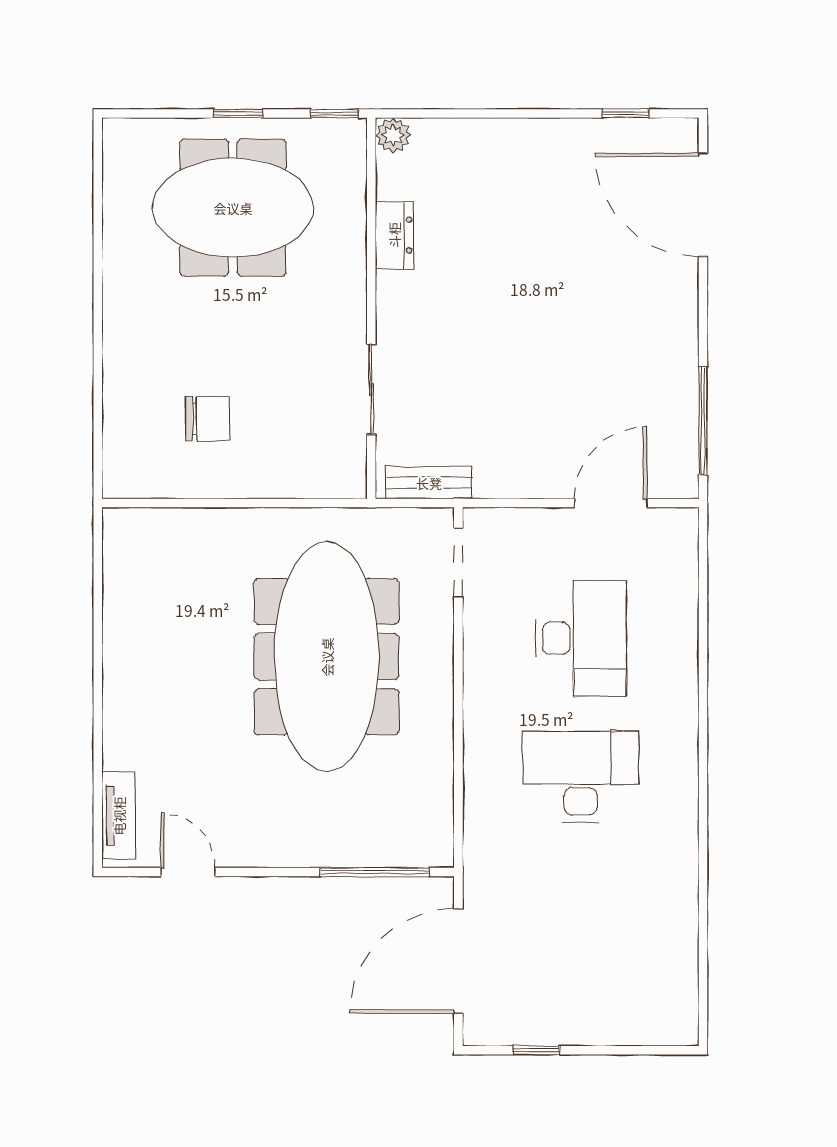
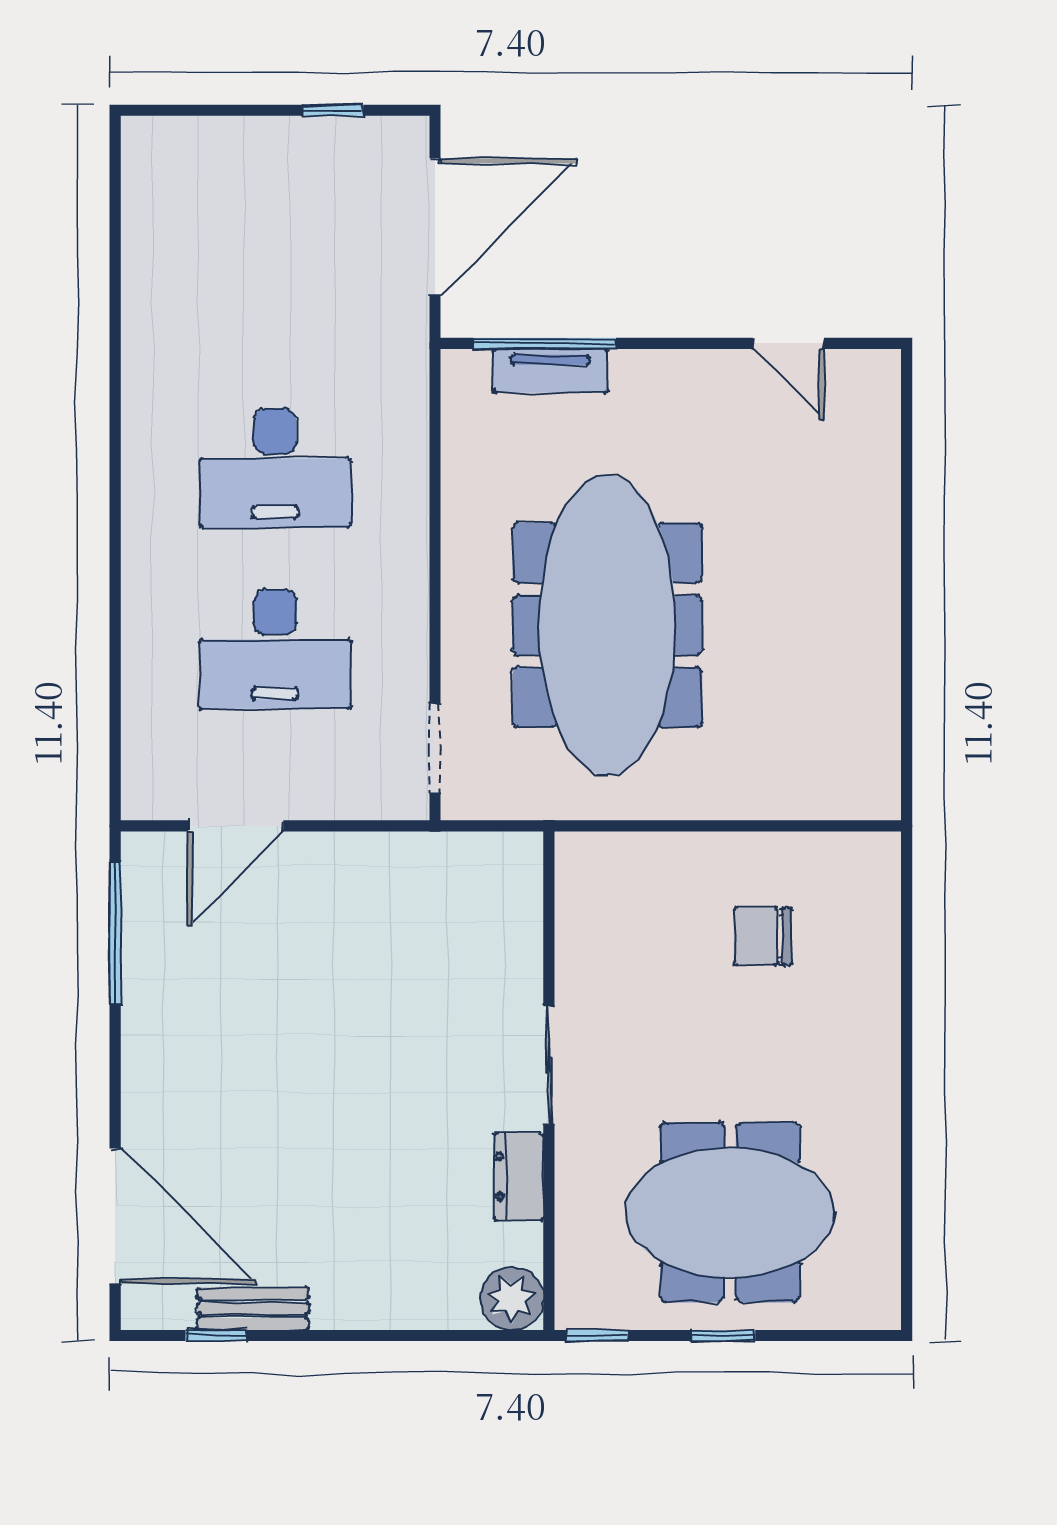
plant: (393, 135) -> (512, 1299), width x1.38, depth x1.38
sliding door: (371, 389) -> (549, 1065), moved
bench: (429, 483) -> (253, 1309), moved
desk: (581, 638) -> (275, 649), turned -90
tv unit: (119, 816) -> (550, 371), moved, turned -90

